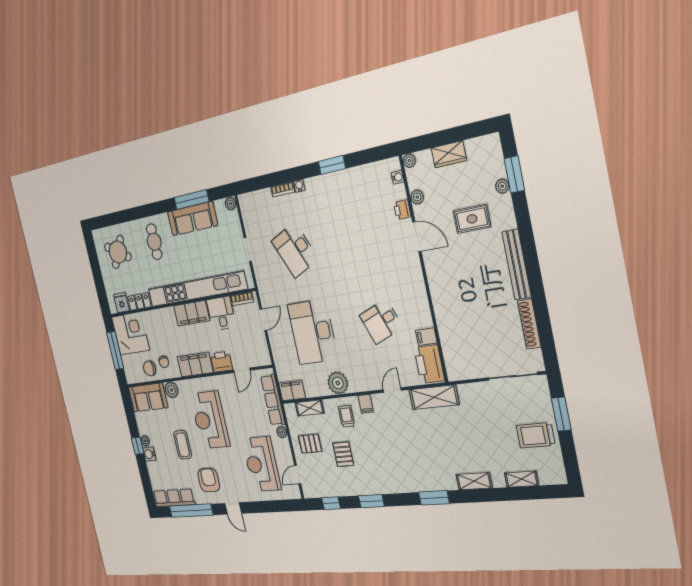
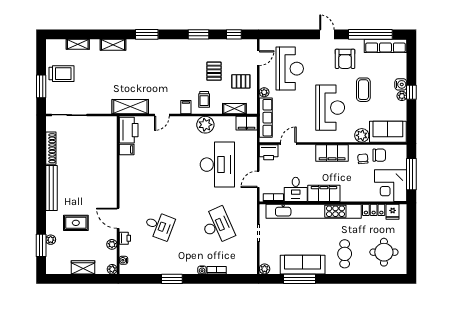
round table: (118, 252) -> (384, 252), turned -30
desk: (381, 322) -> (159, 226), moved, turned 42
printer: (221, 362) -> (269, 152), moved

